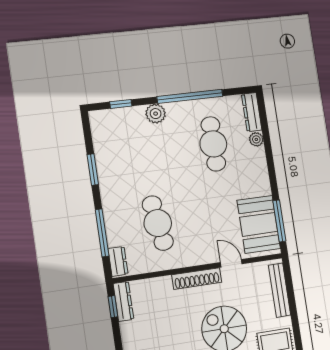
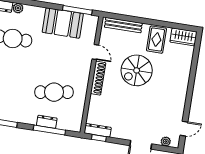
booth: (259, 224) -> (63, 23), moved
dresser: (118, 261) -> (47, 122), moved
door: (231, 263) -> (95, 52), swing flipped

